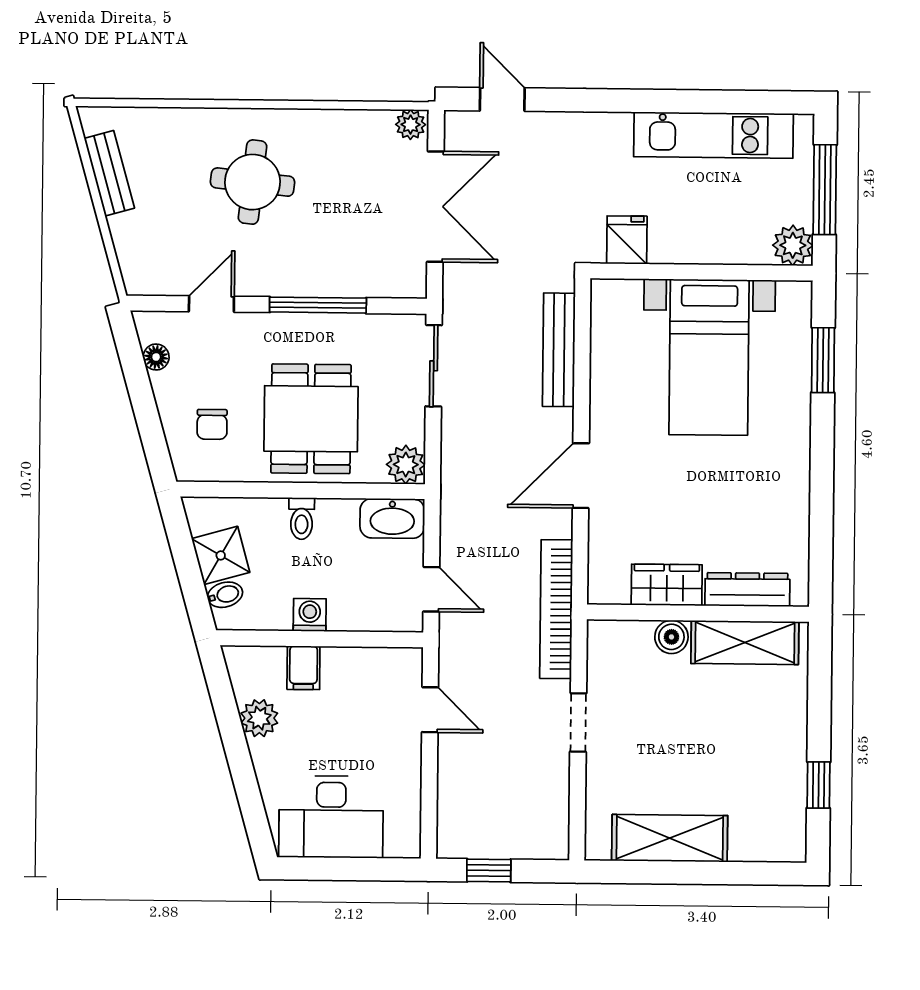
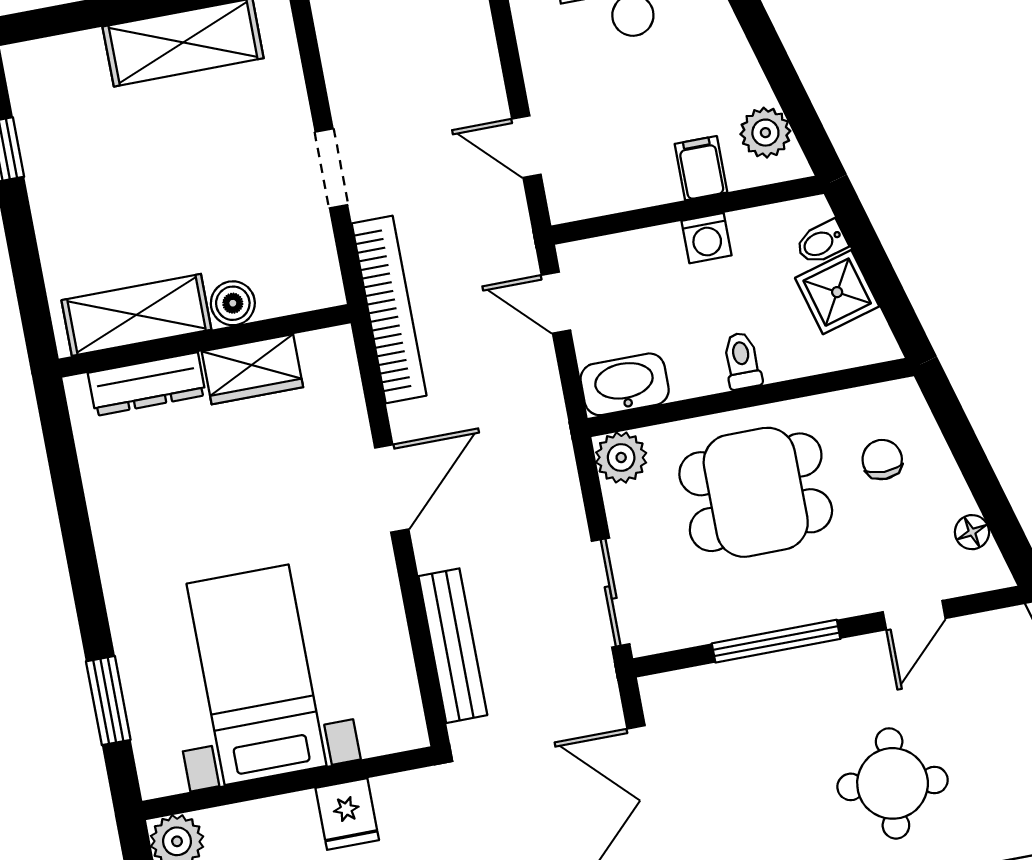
fridge: (627, 240) -> (347, 814), moved
dining table: (311, 419) -> (756, 492), turned 90
plant: (259, 718) -> (765, 133), moved

